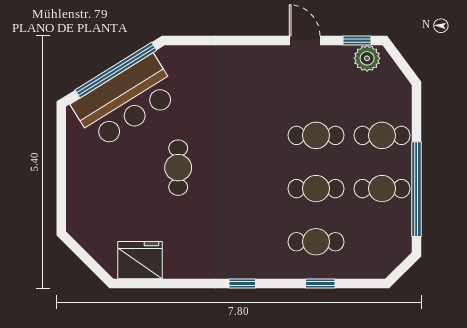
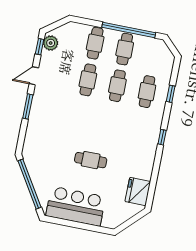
window: (249, 40) -> (28, 106), added
bar counter: (126, 101) -> (76, 206), moved, turned -58

